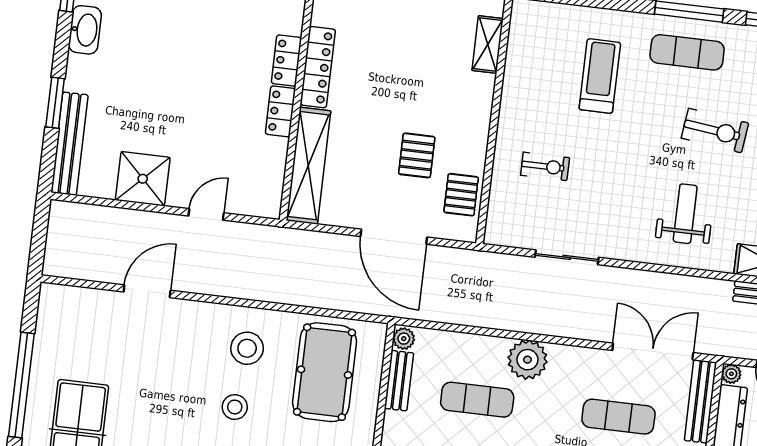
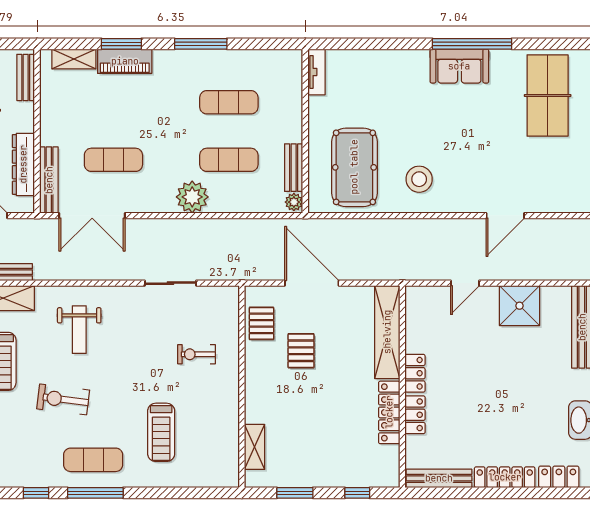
plant: (731, 374) -> (27, 205), removed
stool: (235, 407) -> (423, 131), removed

